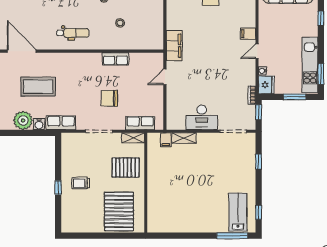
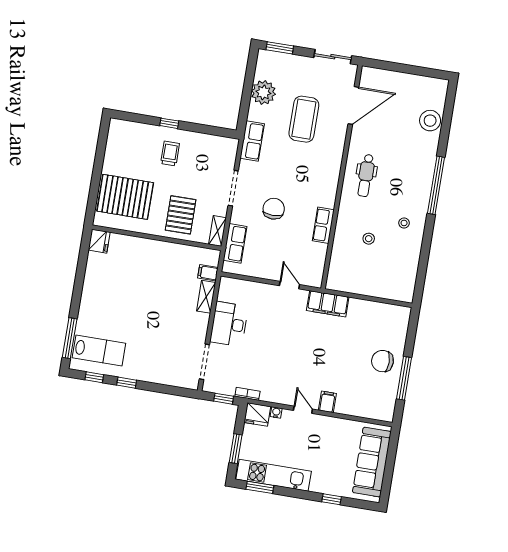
water cooler: (39, 124) -> (255, 112), removed
window: (259, 161) -> (127, 383), moved
fridge: (155, 226) -> (99, 241), added

